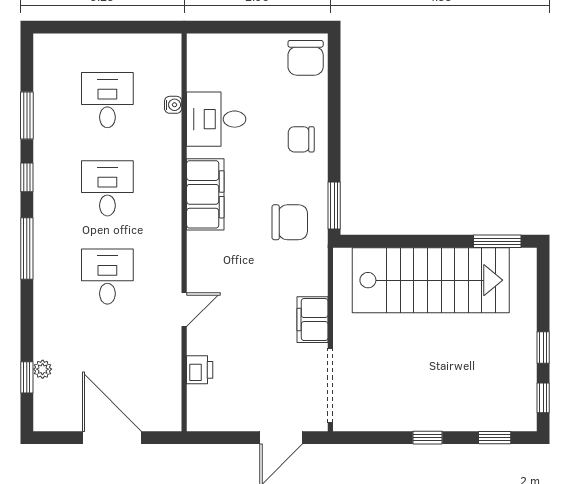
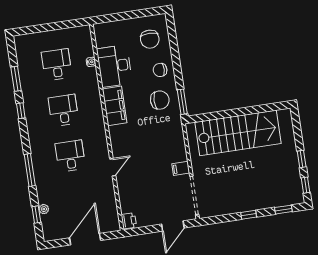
chair: (306, 58) -> (150, 39), moved
desk: (216, 119) -> (114, 66), width x1.37
chair: (290, 222) -> (160, 100), moved
window: (497, 241) -> (270, 108), removed
window: (27, 249) -> (30, 170), moved
filing cabinet: (312, 320) -> (181, 168), width x0.50
printer: (200, 370) -> (129, 221), moved
door: (112, 438) -> (85, 239), hinge flipped

